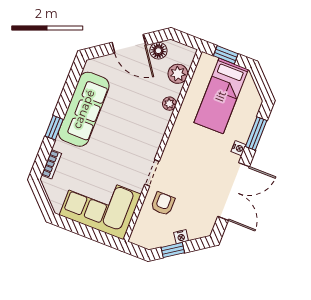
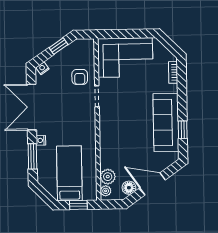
plant: (169, 104) -> (106, 191), moved
window: (54, 128) -> (183, 130), moved
nightstand: (181, 237) -> (42, 68), moved

